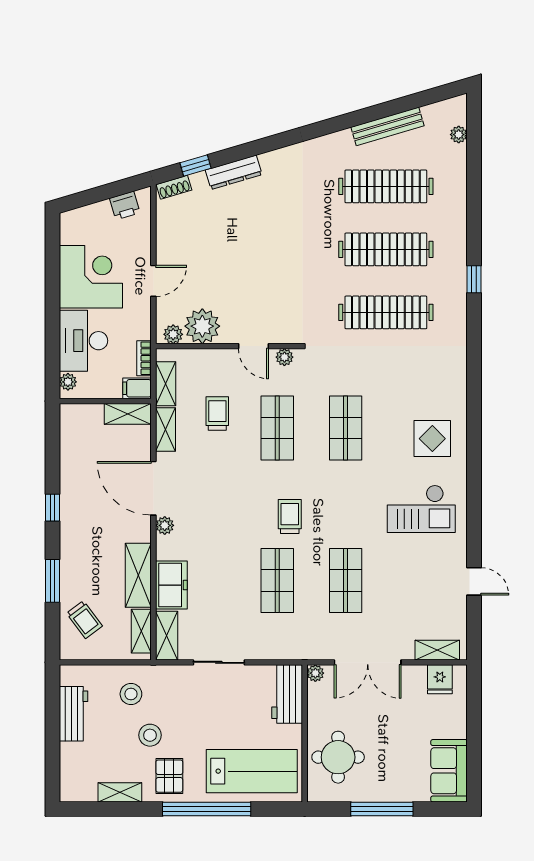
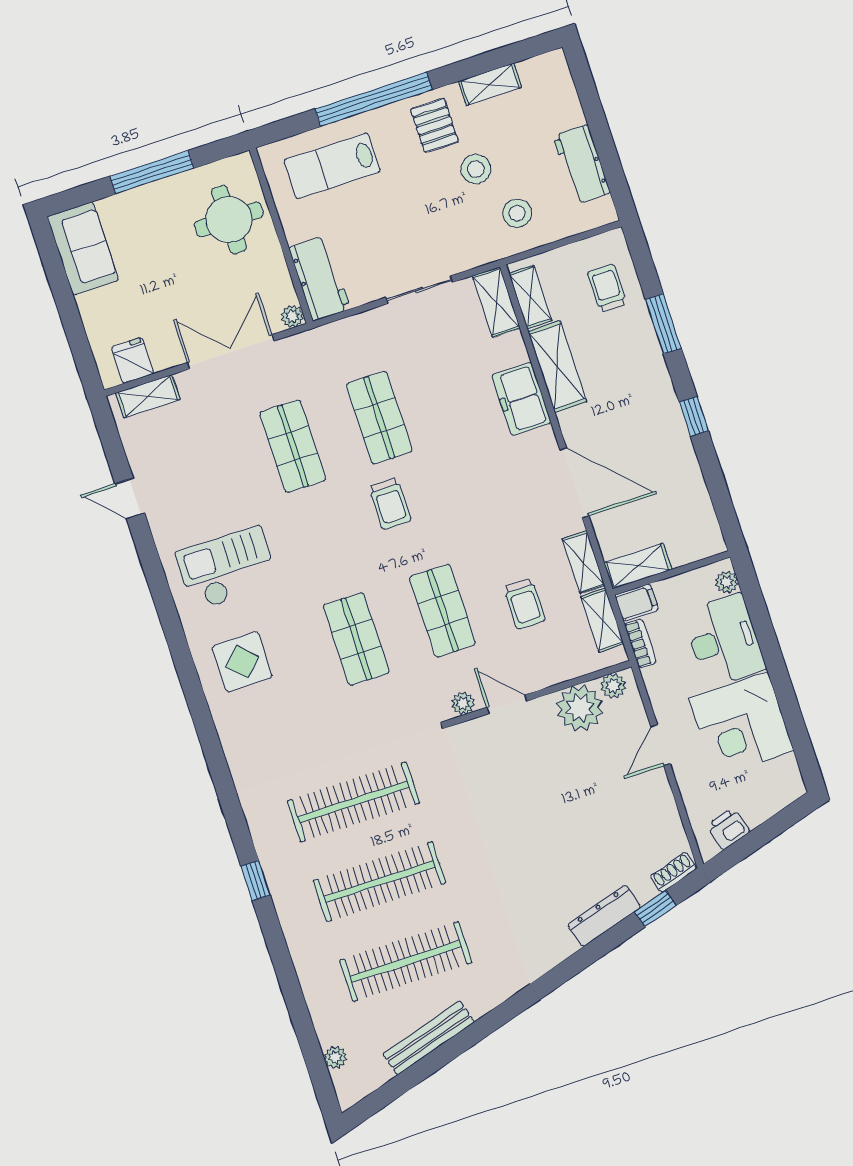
plant: (165, 525) -> (544, 441), removed
freezer: (171, 585) -> (521, 399), moved
trolley: (84, 620) -> (607, 288), turned 37
lab bench: (252, 771) -> (332, 166), width x0.73, depth x0.72

